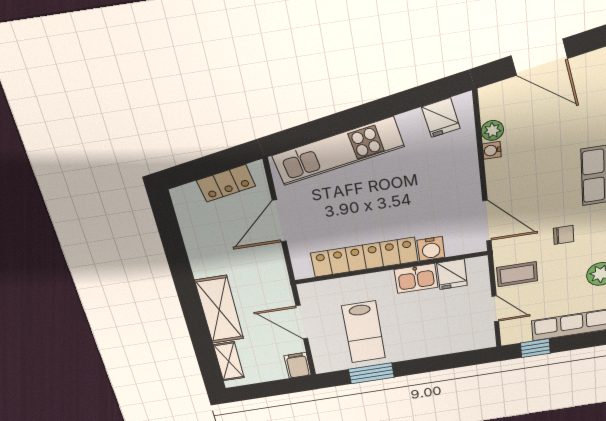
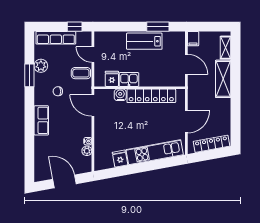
fridge: (441, 118) -> (120, 159), moved
locker: (226, 183) -> (211, 144), width x1.53
lab bench: (364, 332) -> (144, 41), moved, turned -90

